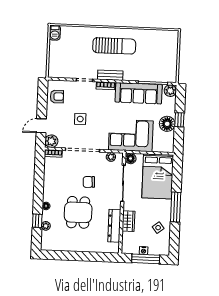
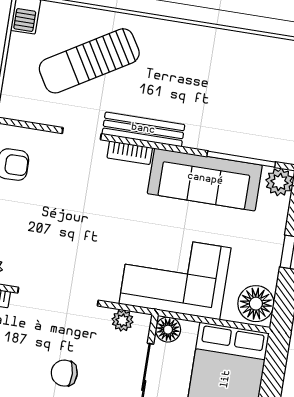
sun lounger: (114, 46) -> (89, 61), moved, turned 149
bench: (110, 75) -> (143, 129), width x1.36
side table: (80, 119) -> (61, 224), removed
floor lamp: (167, 124) -> (256, 304), moved

